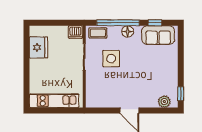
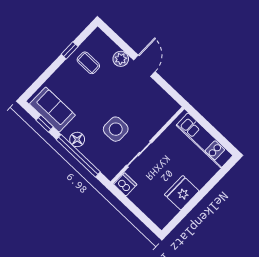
coffee table: (98, 33) -> (88, 63), moved
fridge: (38, 47) -> (182, 193), moved
window: (181, 94) -> (70, 50), moved
plant: (164, 102) -> (121, 59), moved

